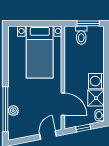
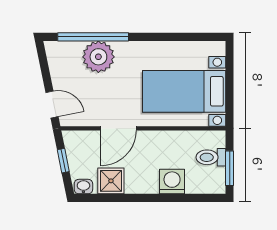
washing machine: (96, 81) -> (172, 182), moved
door: (63, 104) -> (118, 128), moved
plant: (13, 111) -> (98, 57), width x1.88, depth x1.88

